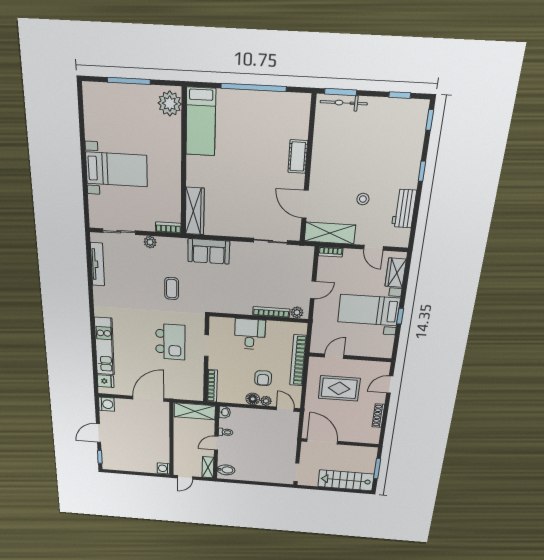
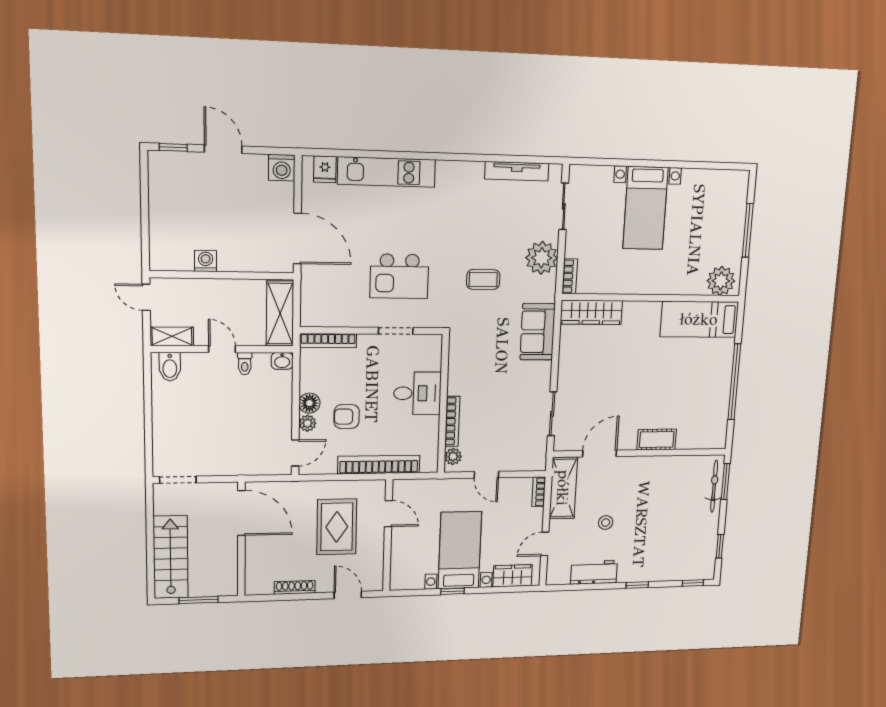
plant: (150, 242) -> (542, 258), width x1.87, depth x1.87
door: (322, 441) -> (241, 513), hinge flipped
washing machine: (164, 468) -> (206, 261), moved

